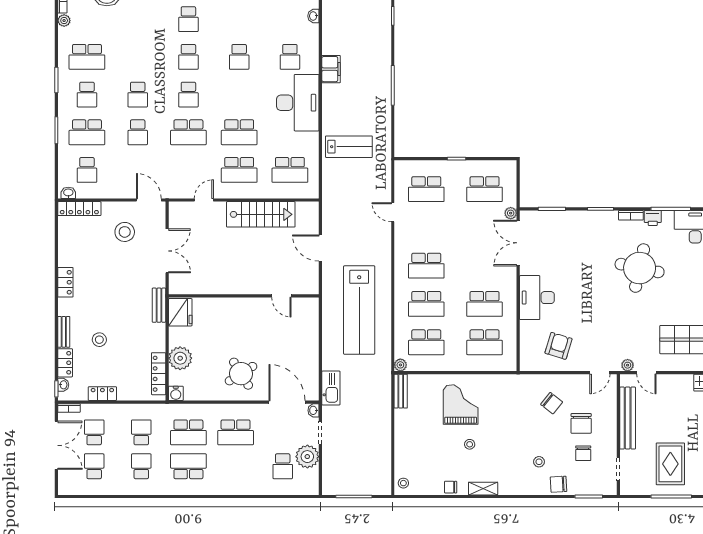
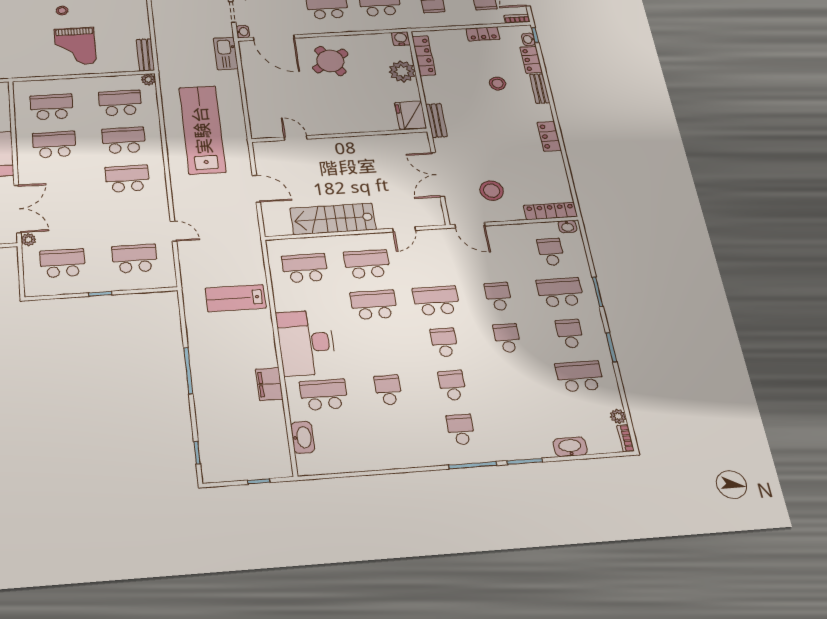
washbasin: (313, 16) -> (303, 437), width x1.91, depth x1.45
school desk: (290, 57) -> (324, 395), width x1.85

